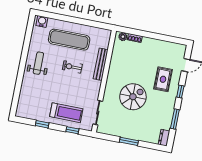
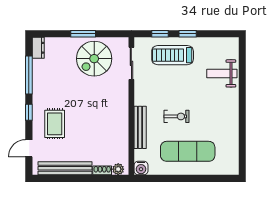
water cooler: (42, 21) -> (141, 168), moved
bench: (162, 45) -> (65, 168), added
weight bench: (38, 63) -> (222, 73), moved, turned 90
spiral stairs: (133, 97) -> (94, 59), moved
window: (175, 119) -> (29, 75), width x1.44
window: (42, 124) -> (188, 34), moved

